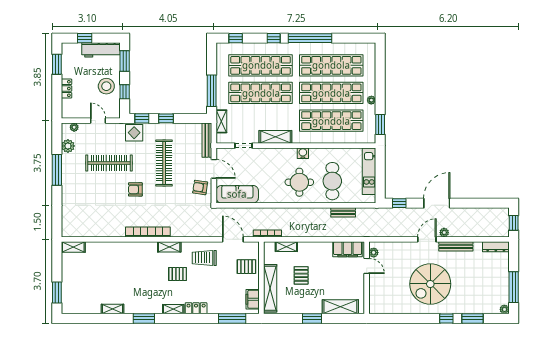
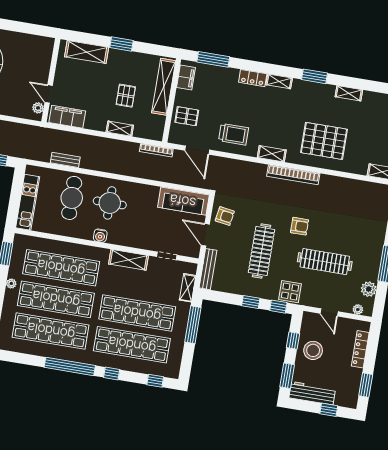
locker: (66, 89) -> (360, 349), width x1.53
shelving: (286, 247) -> (120, 129), moved
pallet: (178, 274) -> (324, 141), moved, width x2.05, depth x2.00

